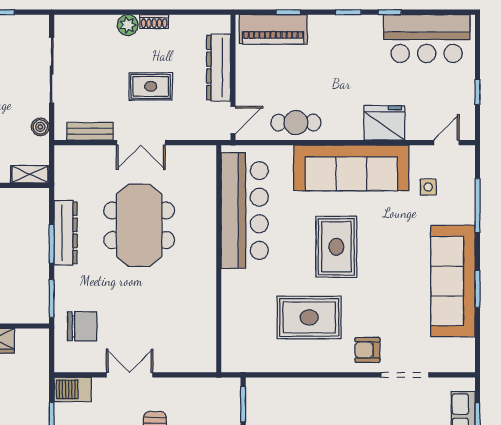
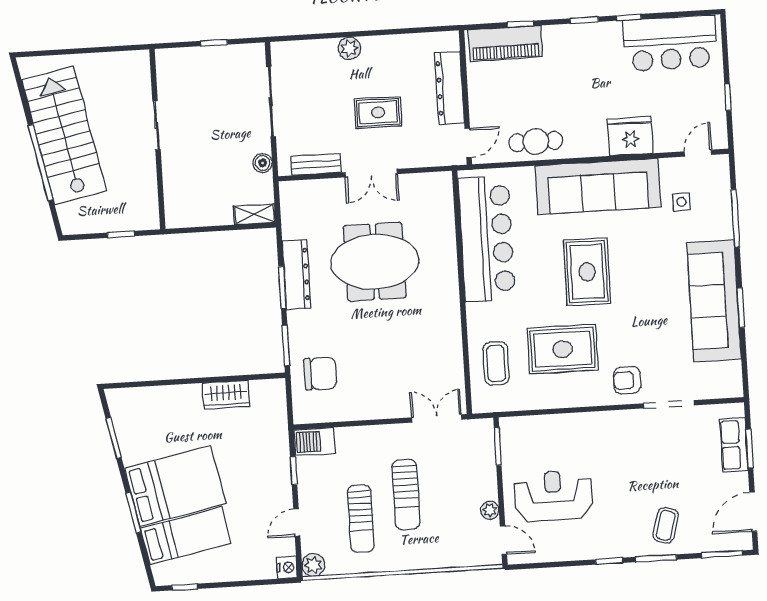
shoe rack: (154, 22) -> (377, 43), removed
meeting table: (139, 225) -> (375, 262), turned 90
coffee table: (246, 327) -> (496, 363), added
double door: (130, 375) -> (437, 419), moved

